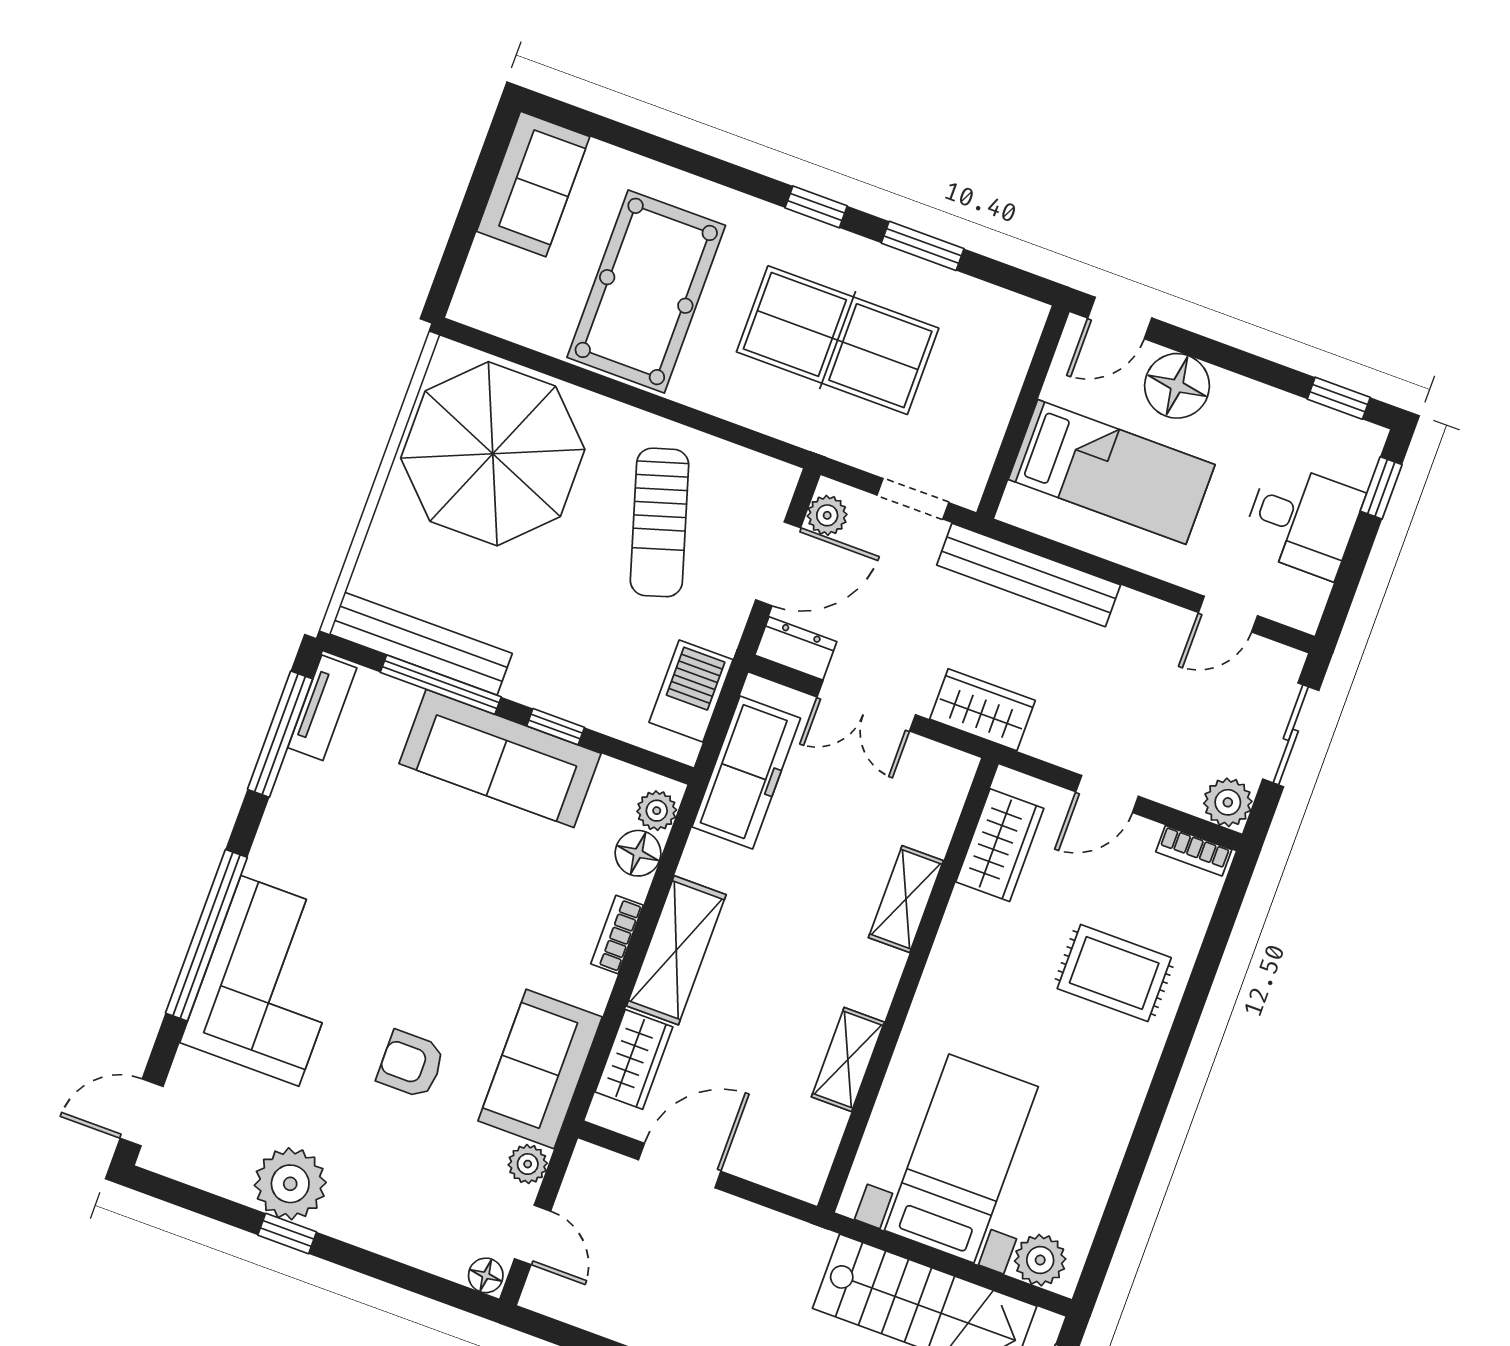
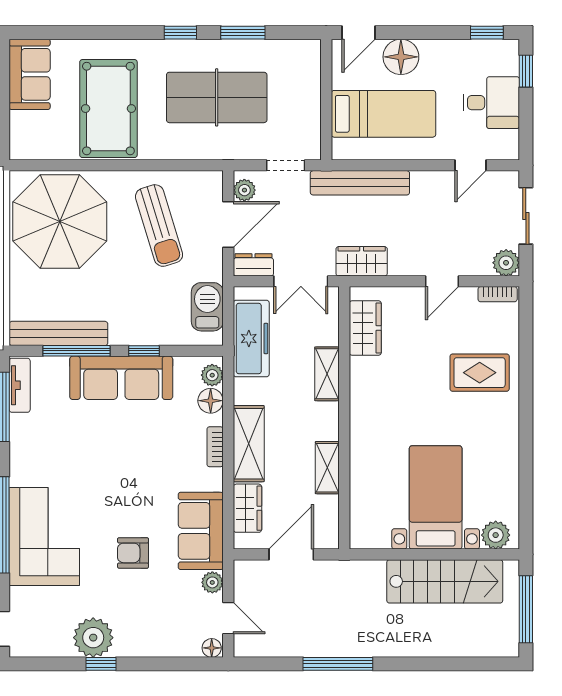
wardrobe: (1000, 845) -> (365, 328), moved
shelving: (906, 899) -> (327, 374), moved
wall: (908, 985) -> (344, 418), moved
shelving: (848, 1059) -> (327, 468), moved

